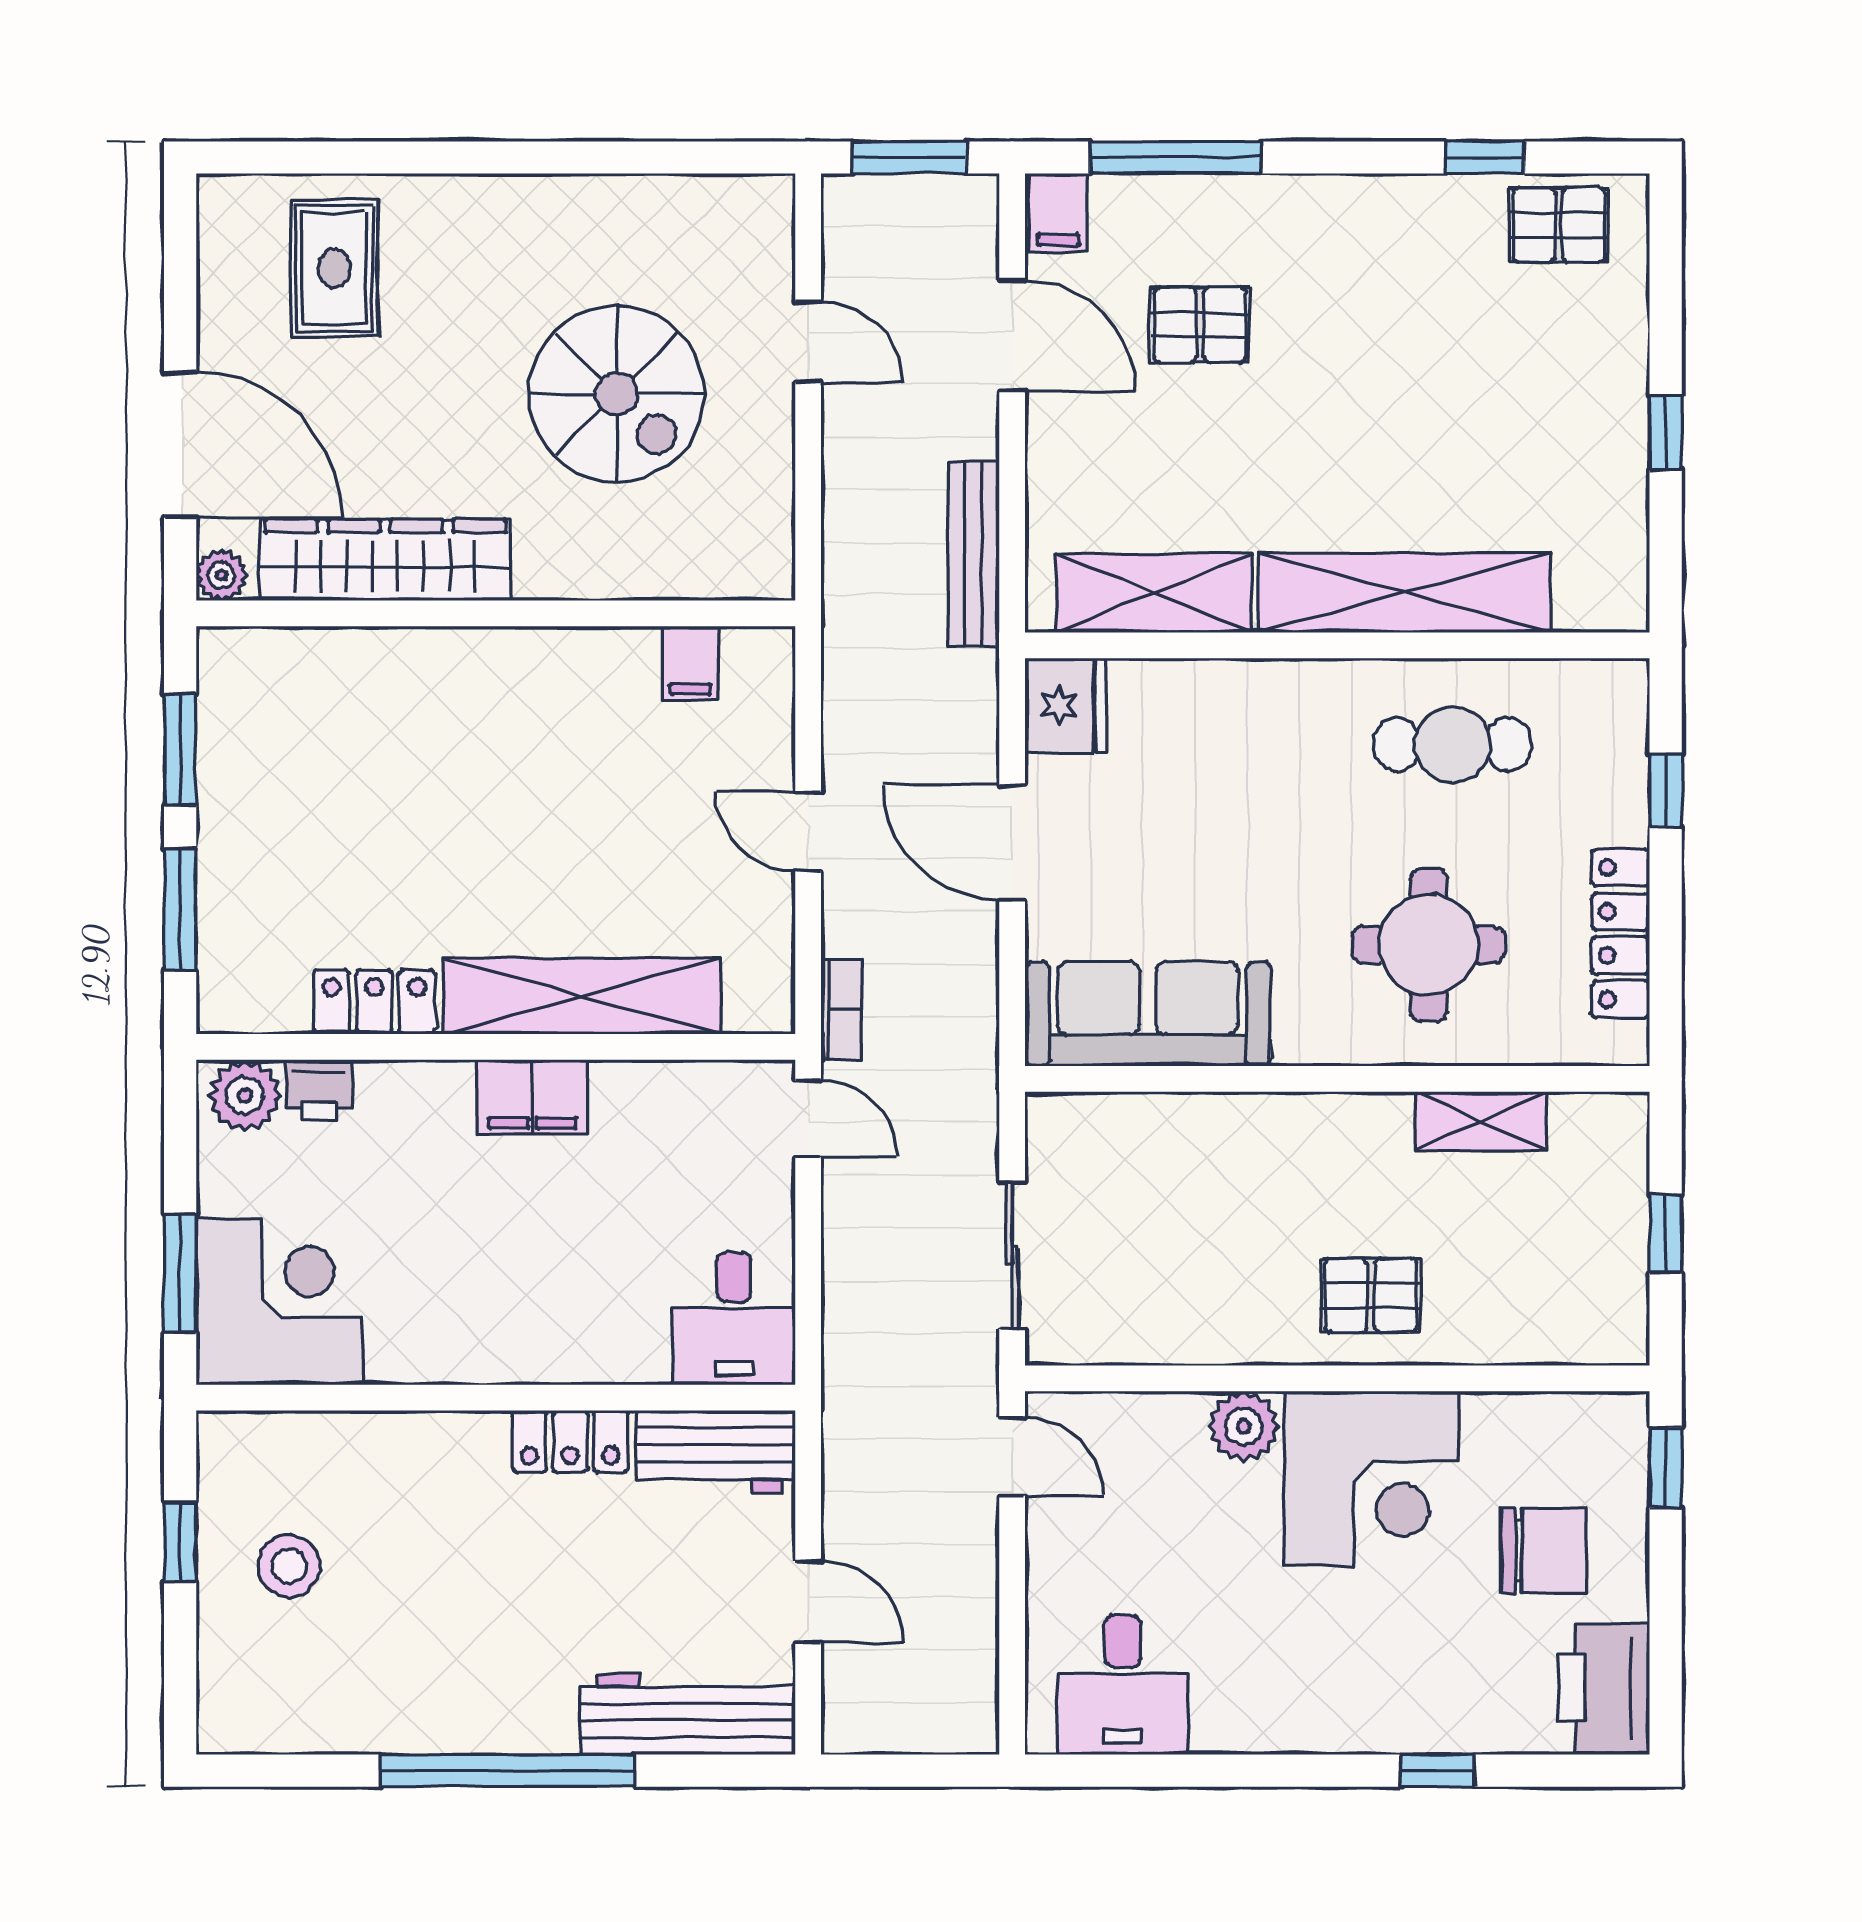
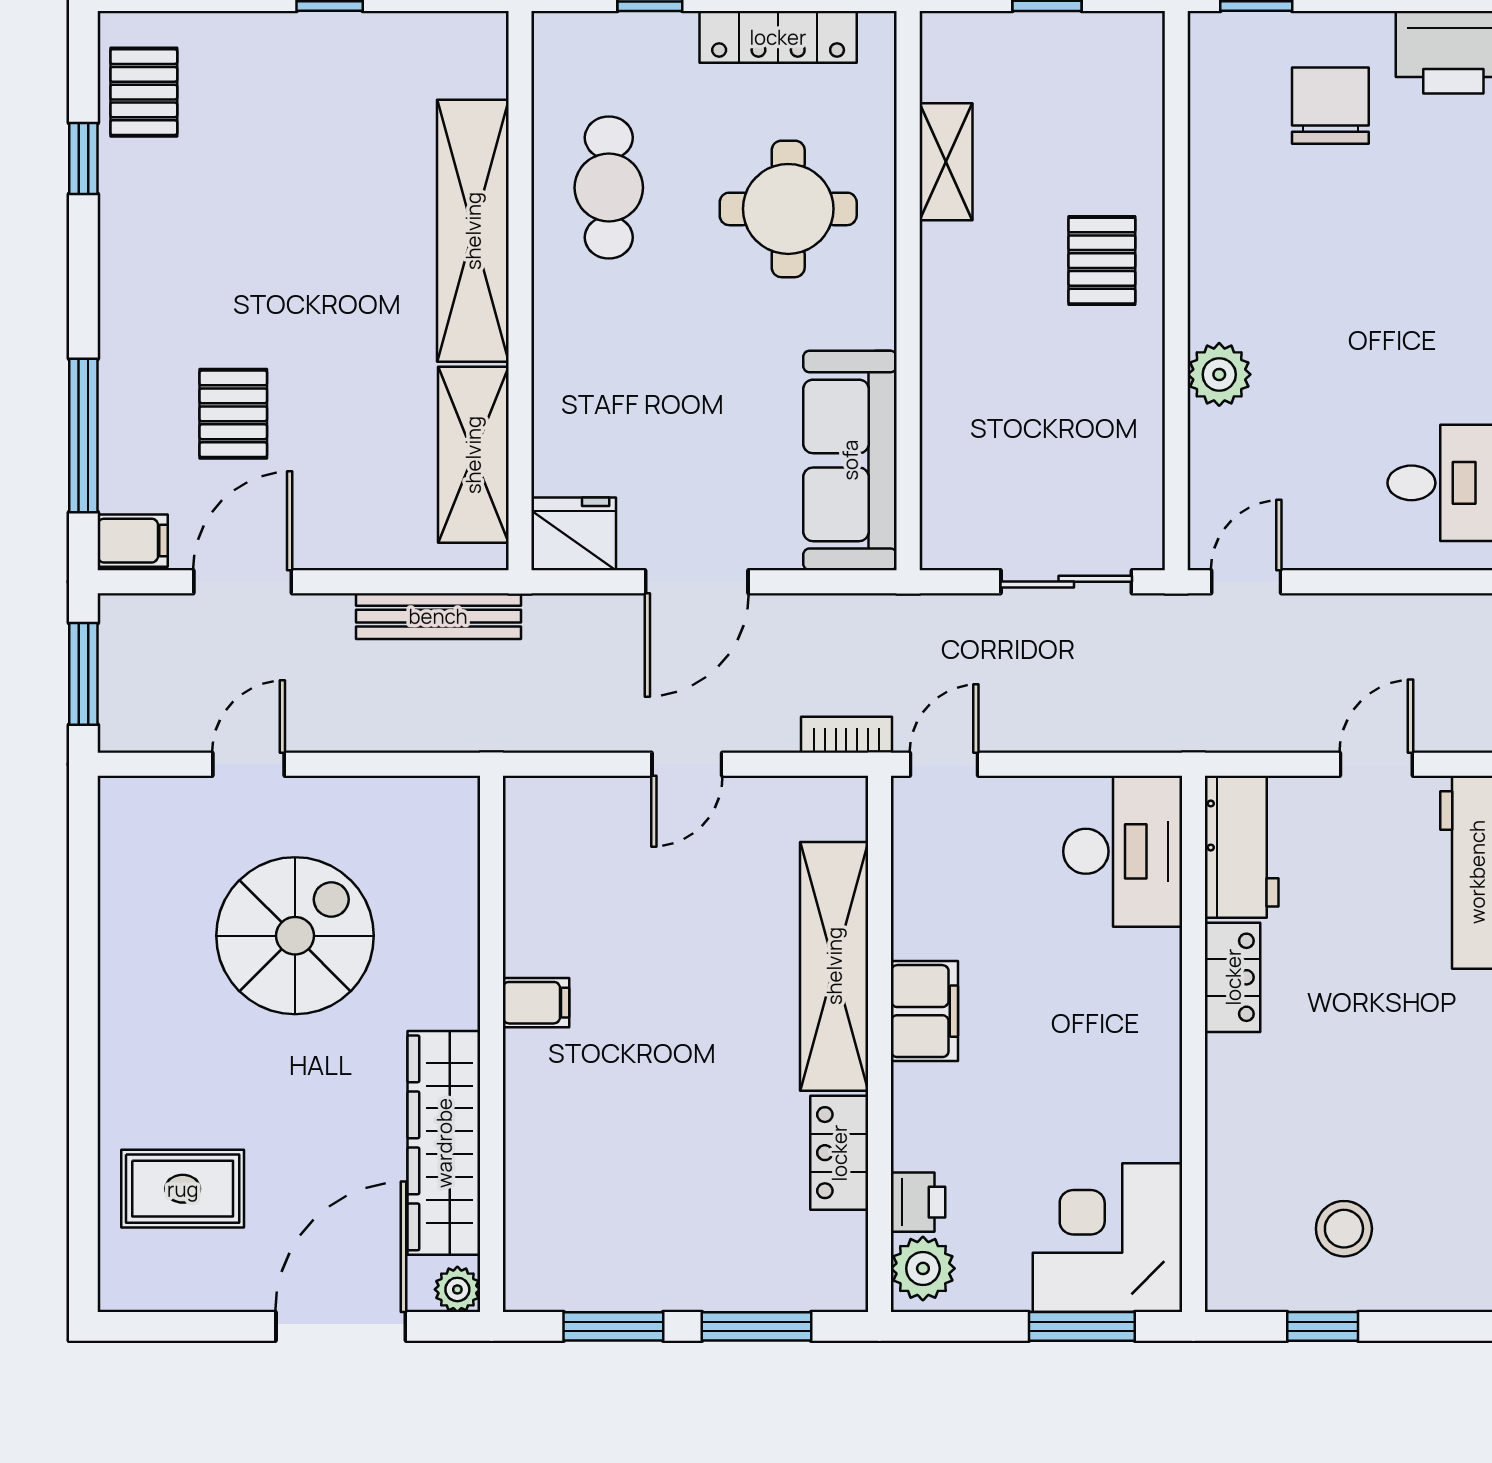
filing cabinet: (690, 663) -> (536, 1003), moved
desk: (734, 1319) -> (1123, 851), width x1.37
corner desk: (1371, 1479) -> (1266, 260), removed

